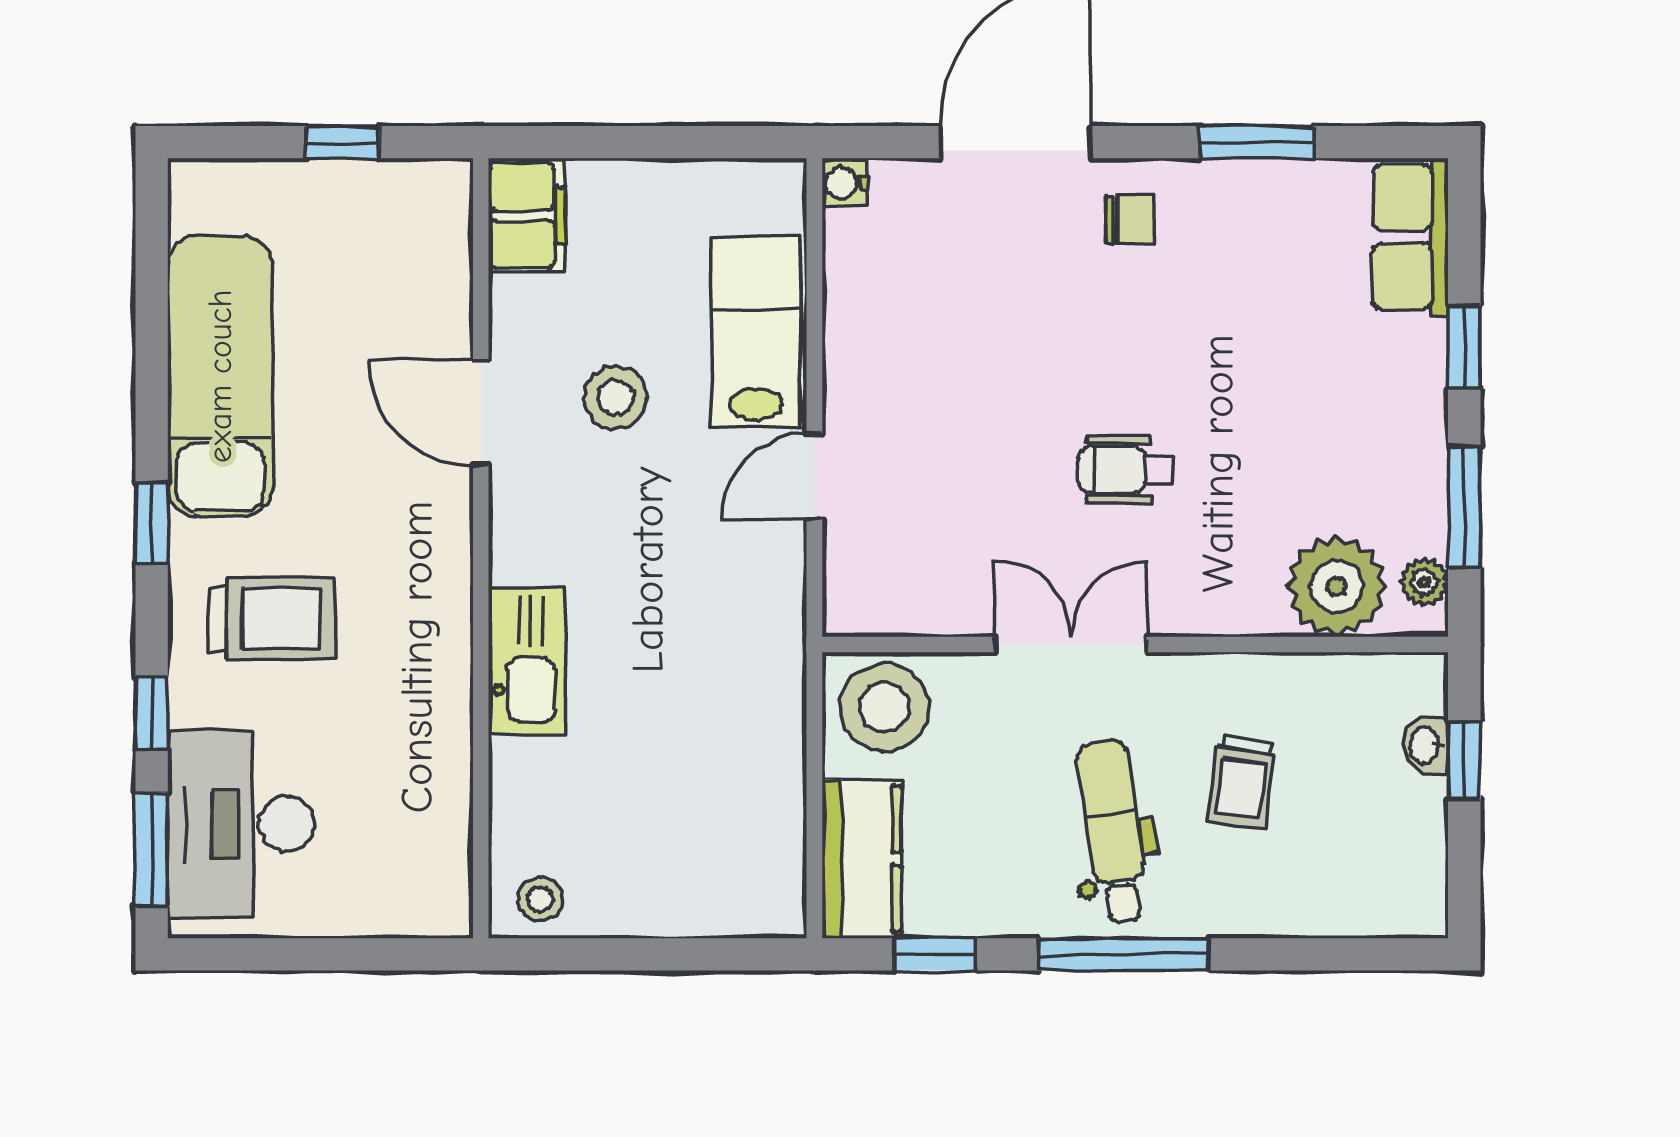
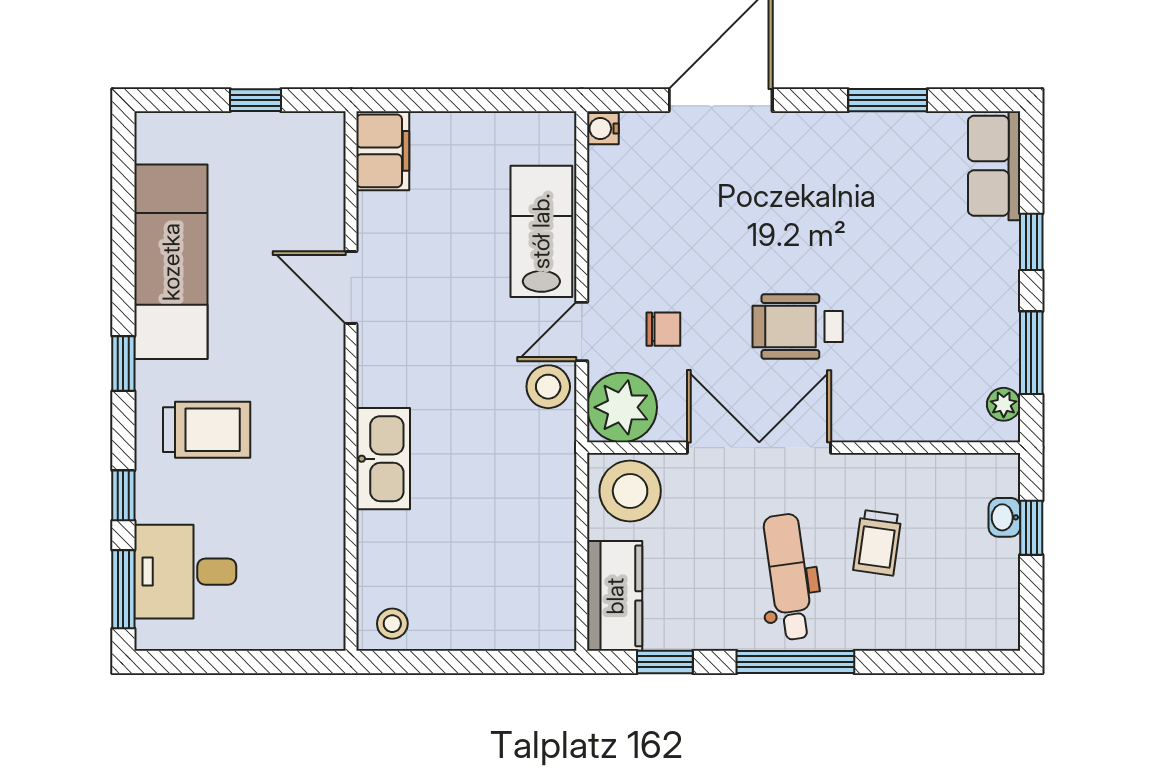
chair: (1130, 219) -> (663, 329), moved
stool: (616, 398) -> (548, 387), moved
wheelchair: (1126, 469) -> (798, 326), width x1.36, depth x1.37
plant: (1337, 586) -> (622, 407), moved
double door: (1071, 645) -> (759, 448), width x1.37
desk: (241, 824) -> (185, 572), width x0.73

